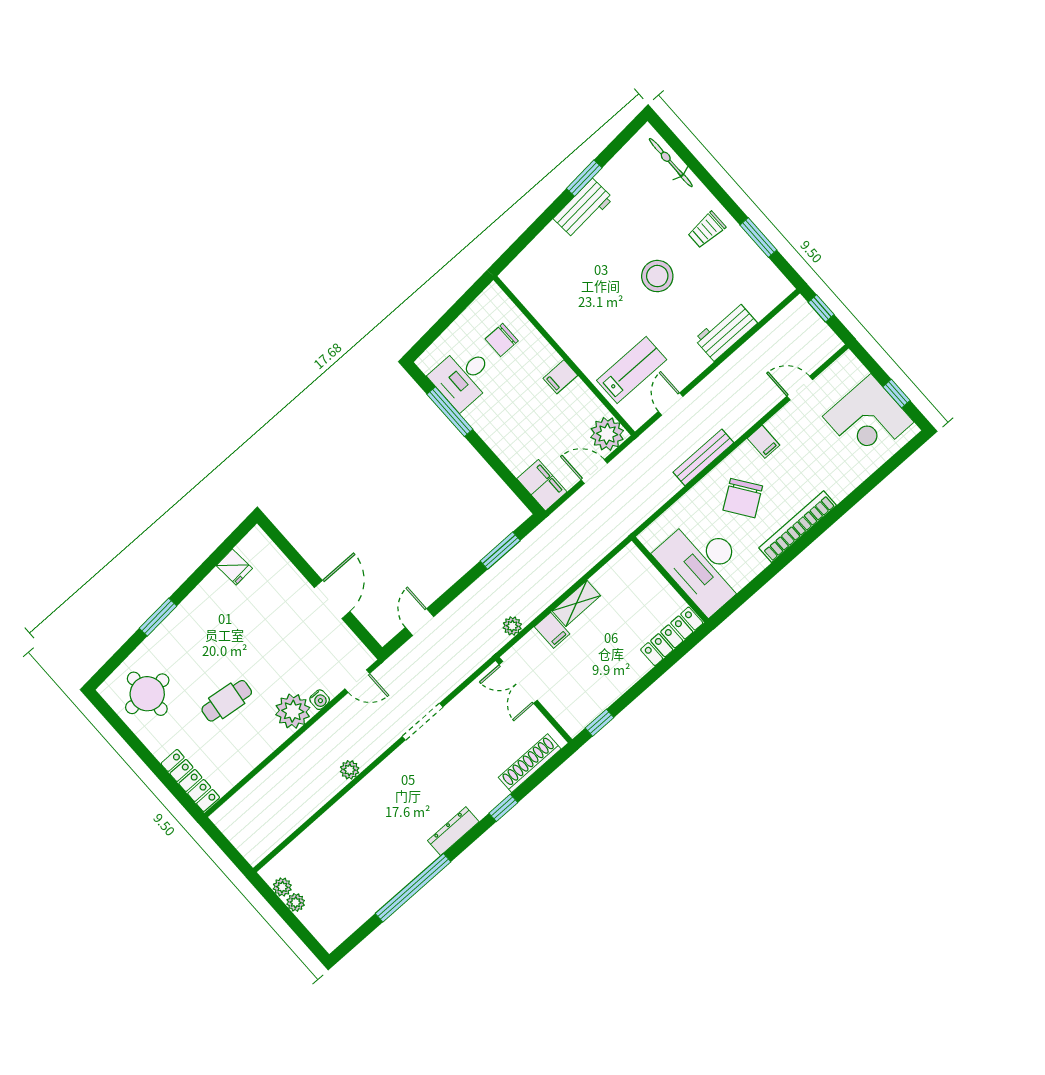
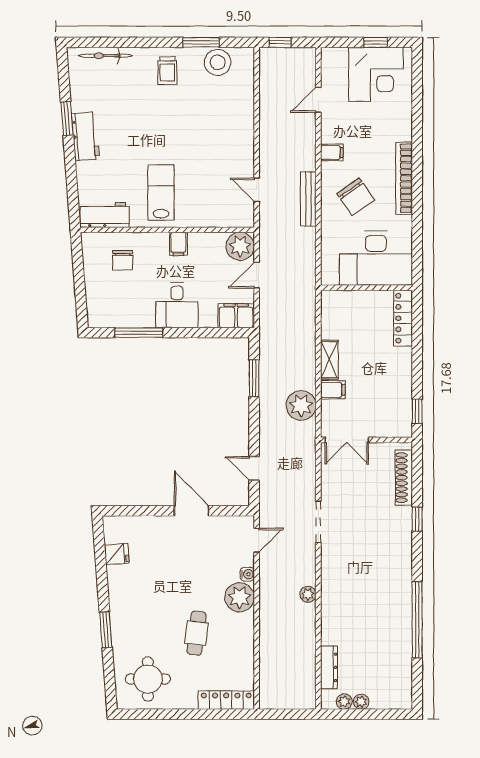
stool: (657, 276) -> (218, 62), moved
workbench: (726, 331) -> (105, 215), moved, turned 90
lab bench: (632, 370) -> (161, 193), moved
desk: (463, 377) -> (177, 305), moved
plant: (512, 626) -> (301, 405), width x1.88, depth x1.88
dresser: (453, 831) -> (329, 667), moved, turned 180

